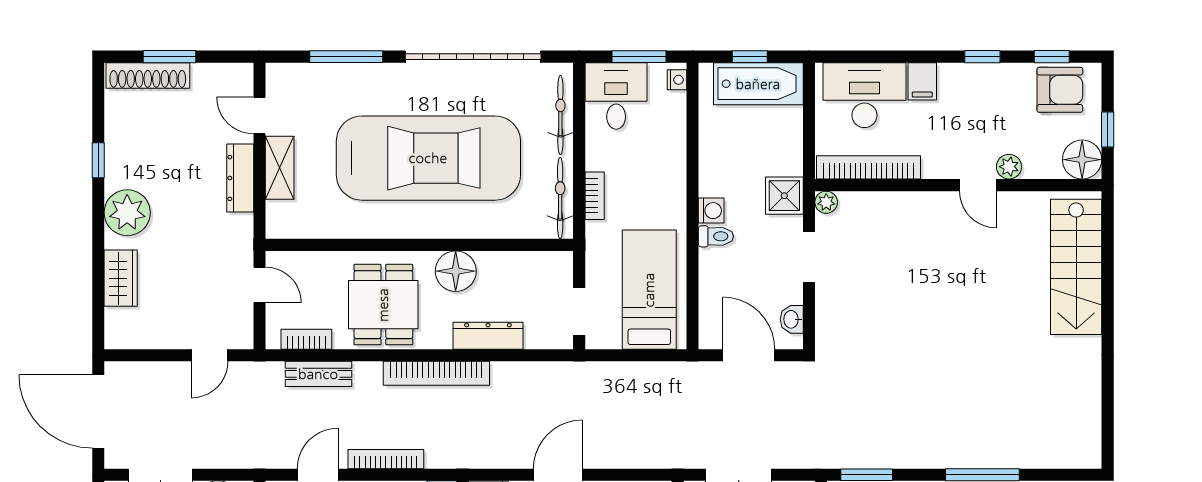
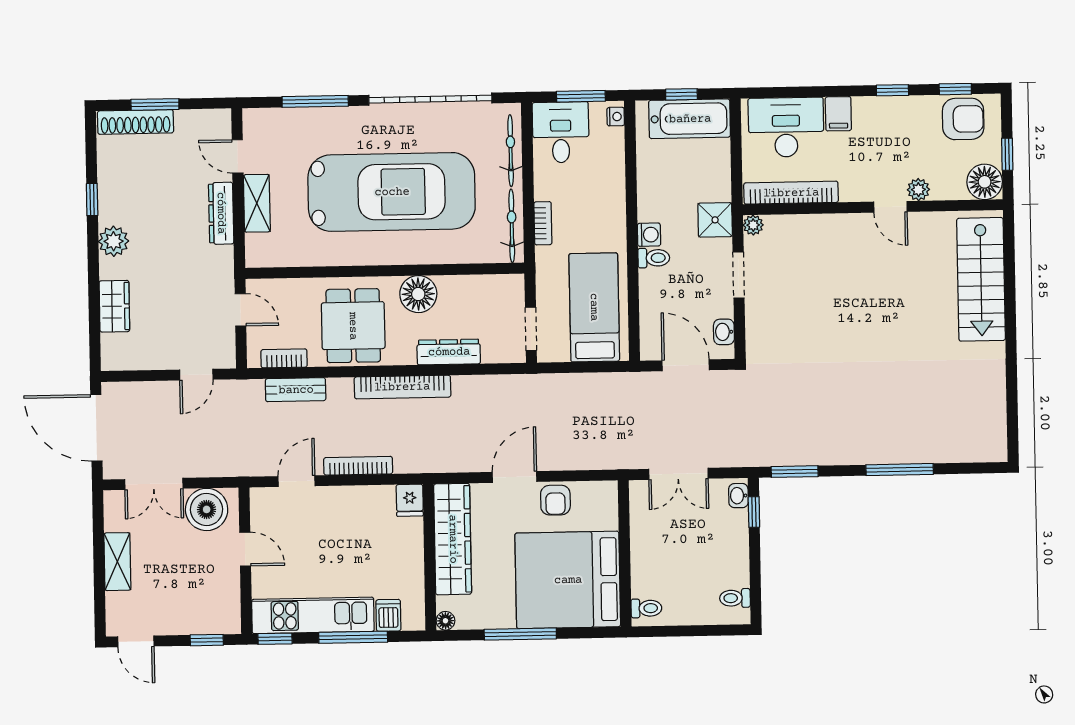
plant: (127, 213) -> (114, 241), width x0.73, depth x0.73

